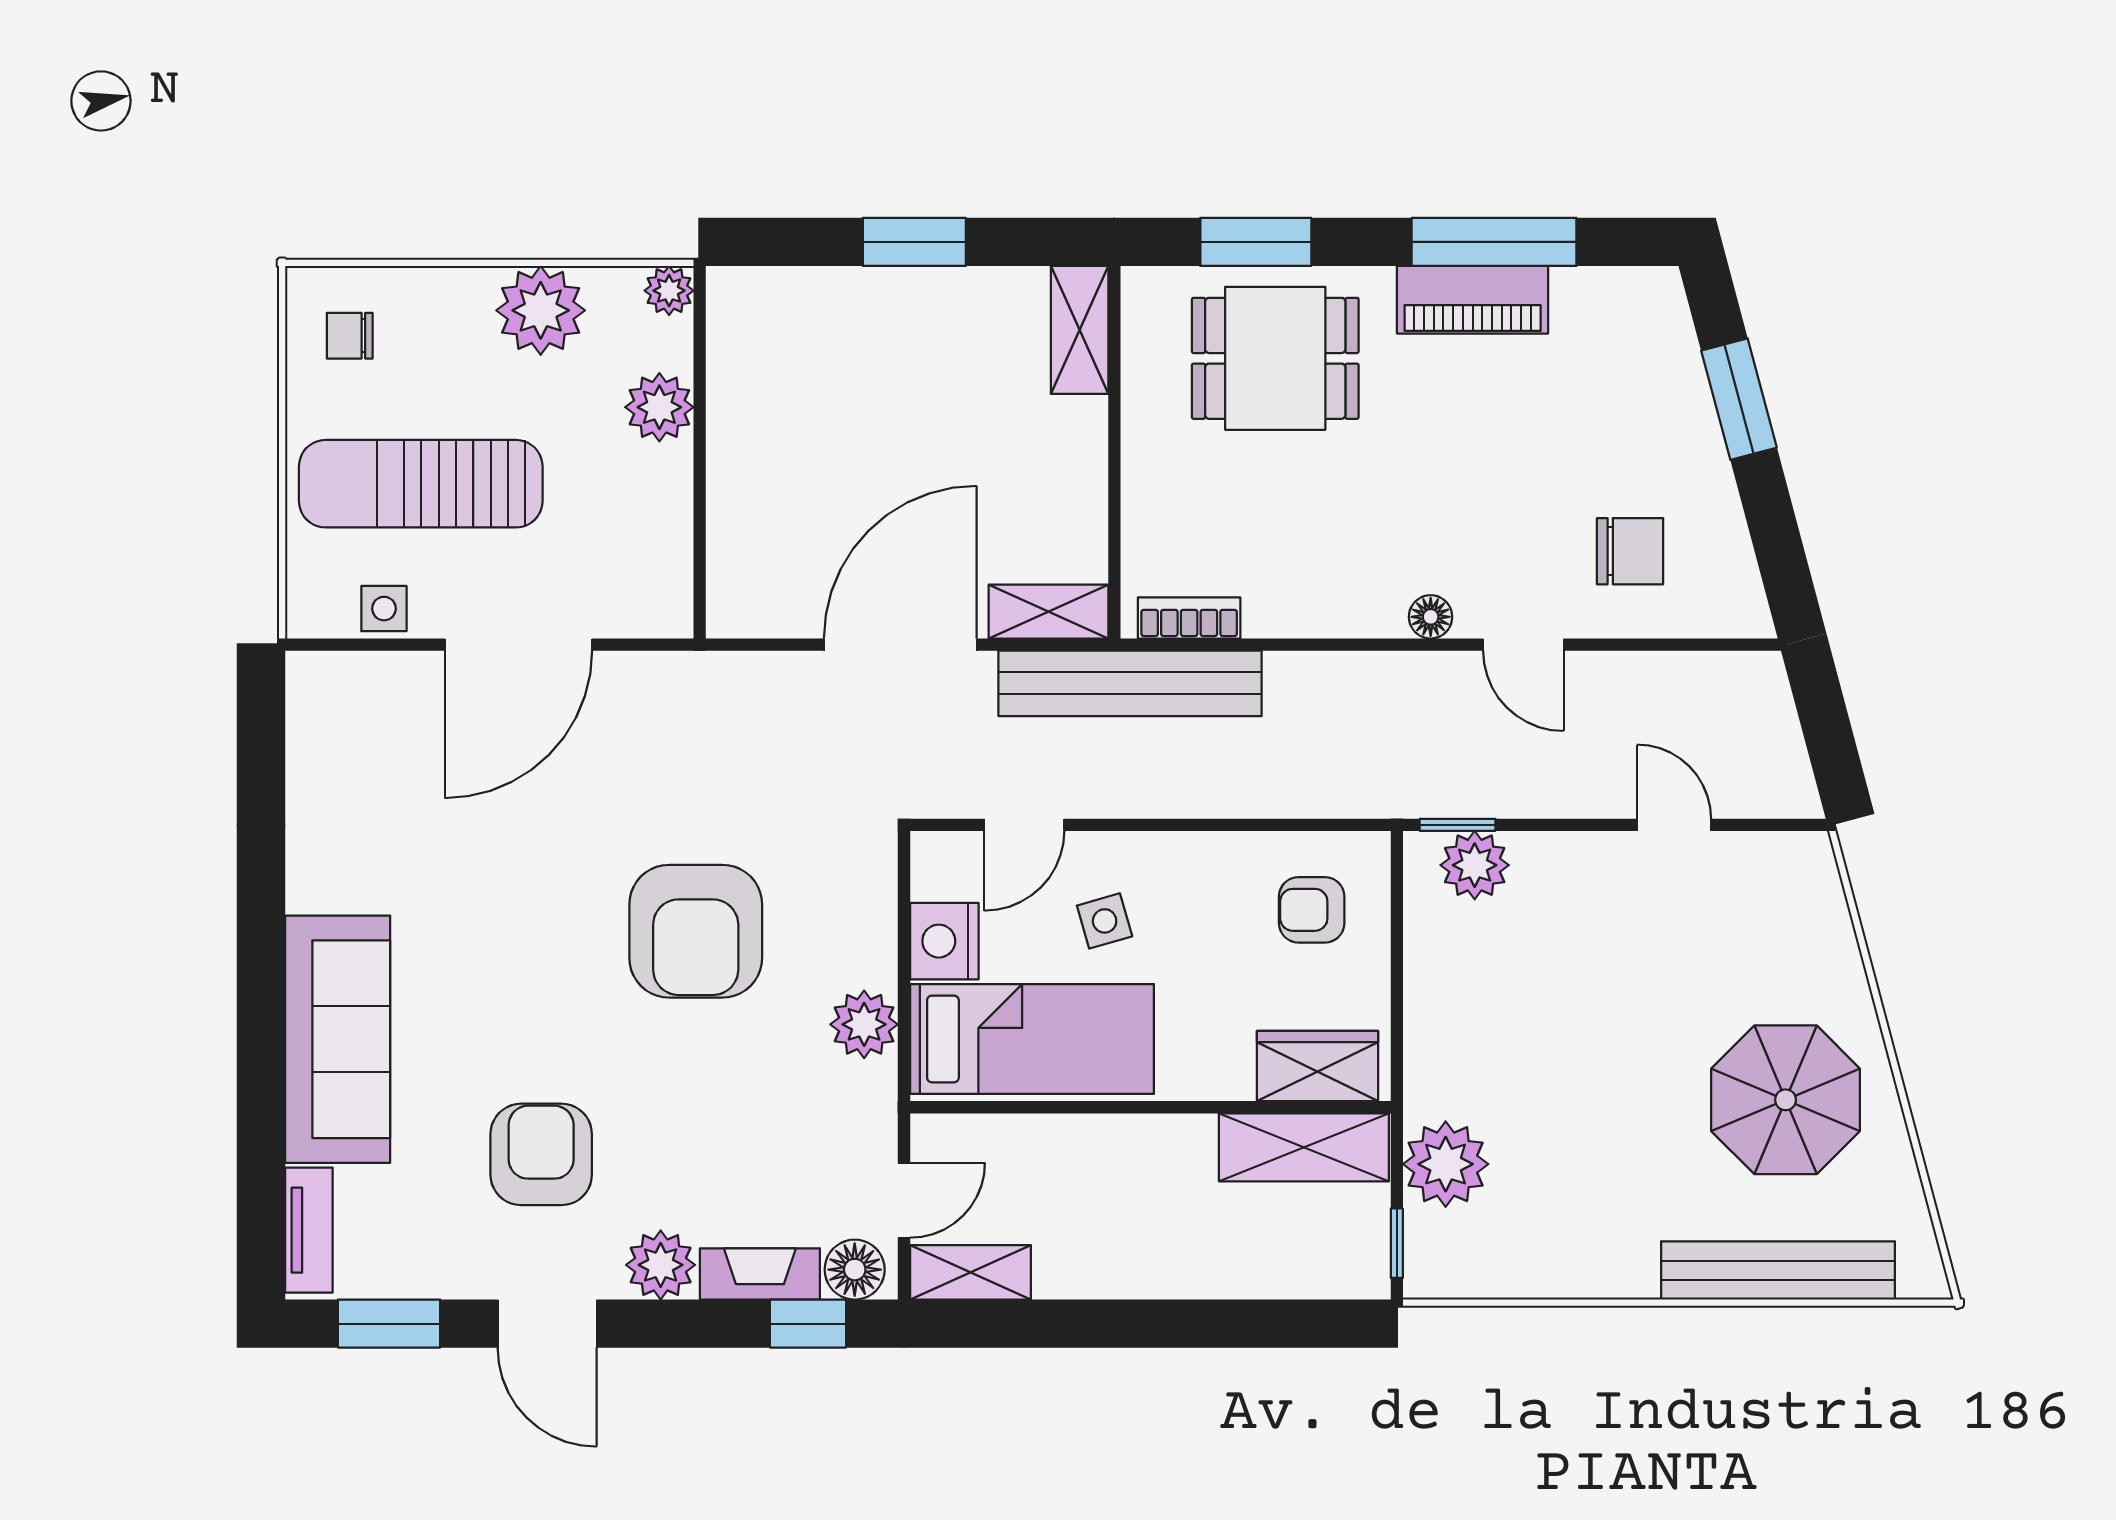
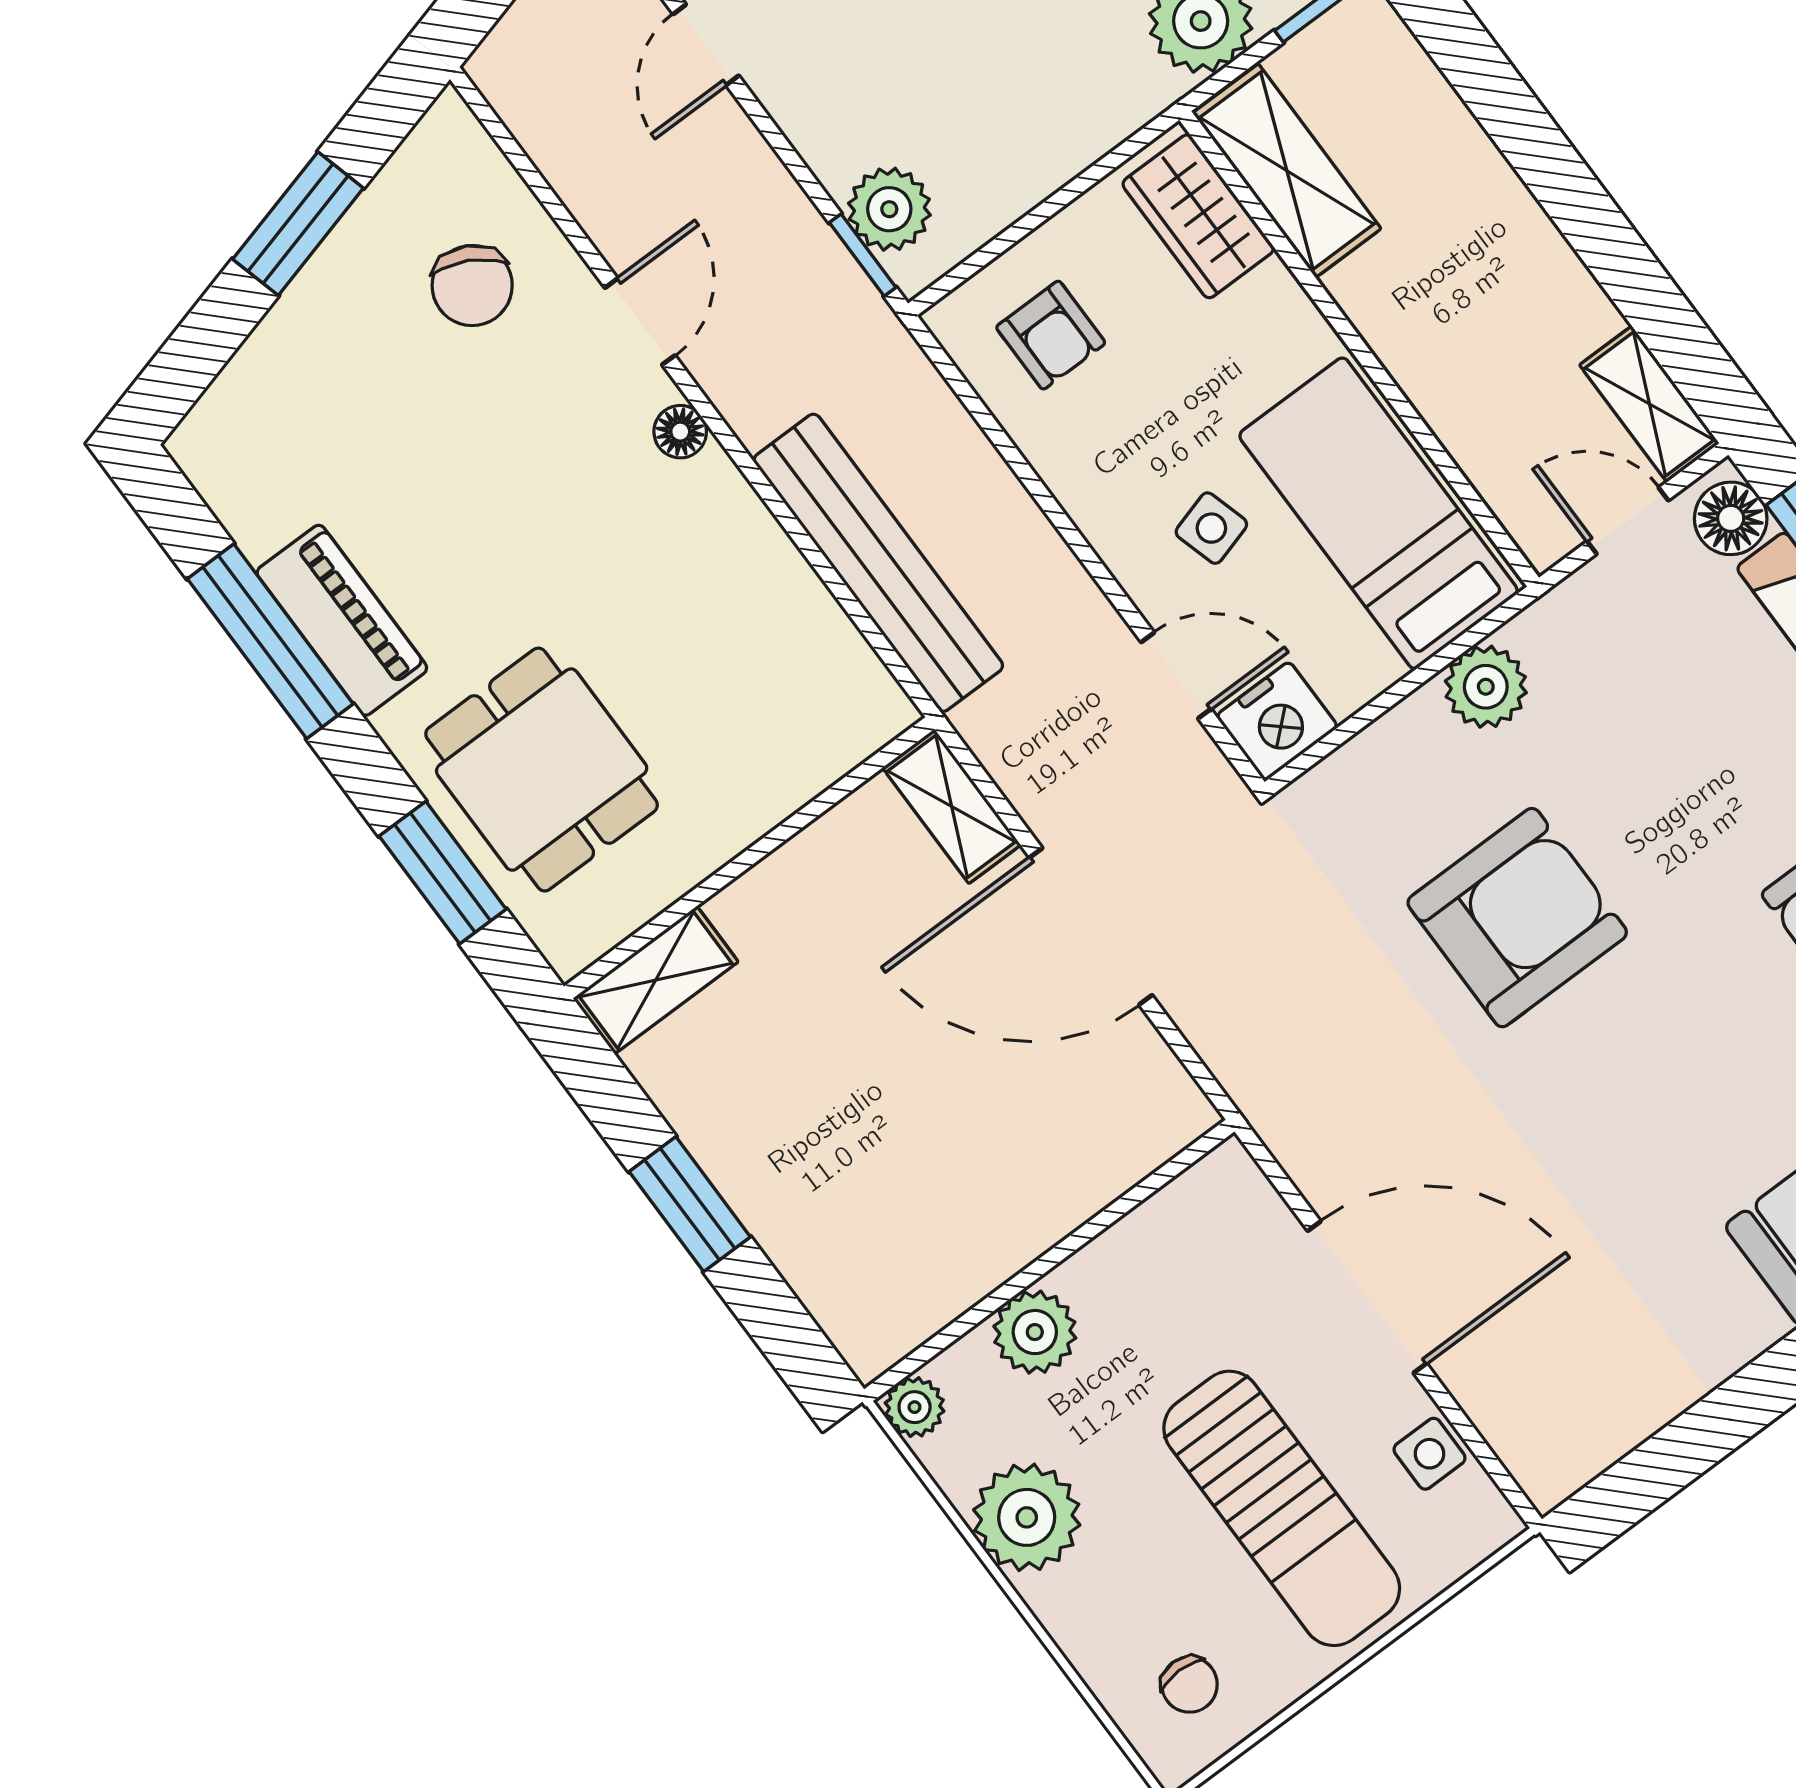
window: (1739, 399) -> (298, 224), moved
chair: (1630, 551) -> (472, 285), turned -152
bookcase: (1189, 618) -> (856, 665), removed
bench: (1130, 683) -> (878, 563), moved
nightstand: (944, 941) -> (1277, 721), moved

